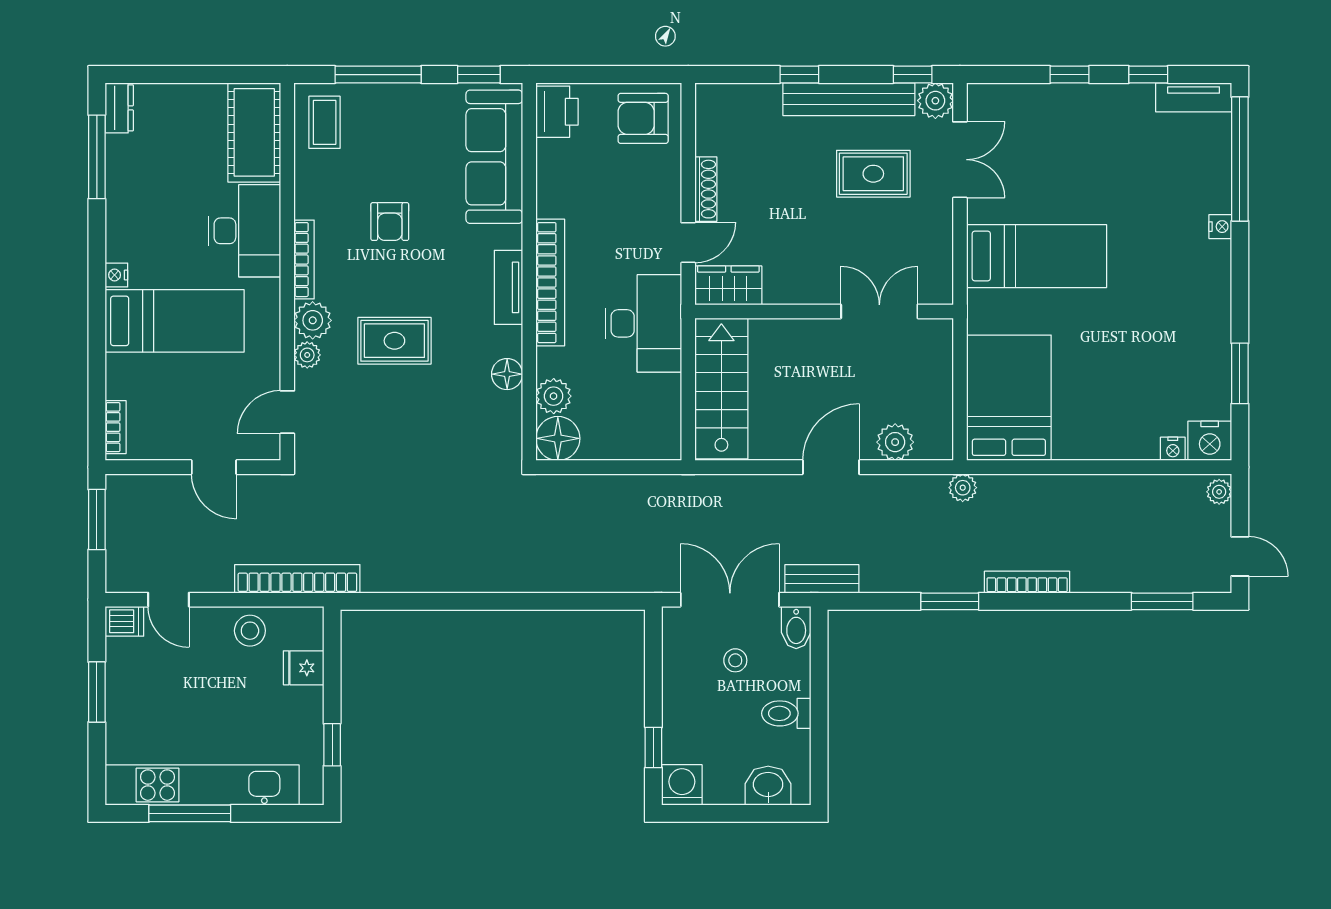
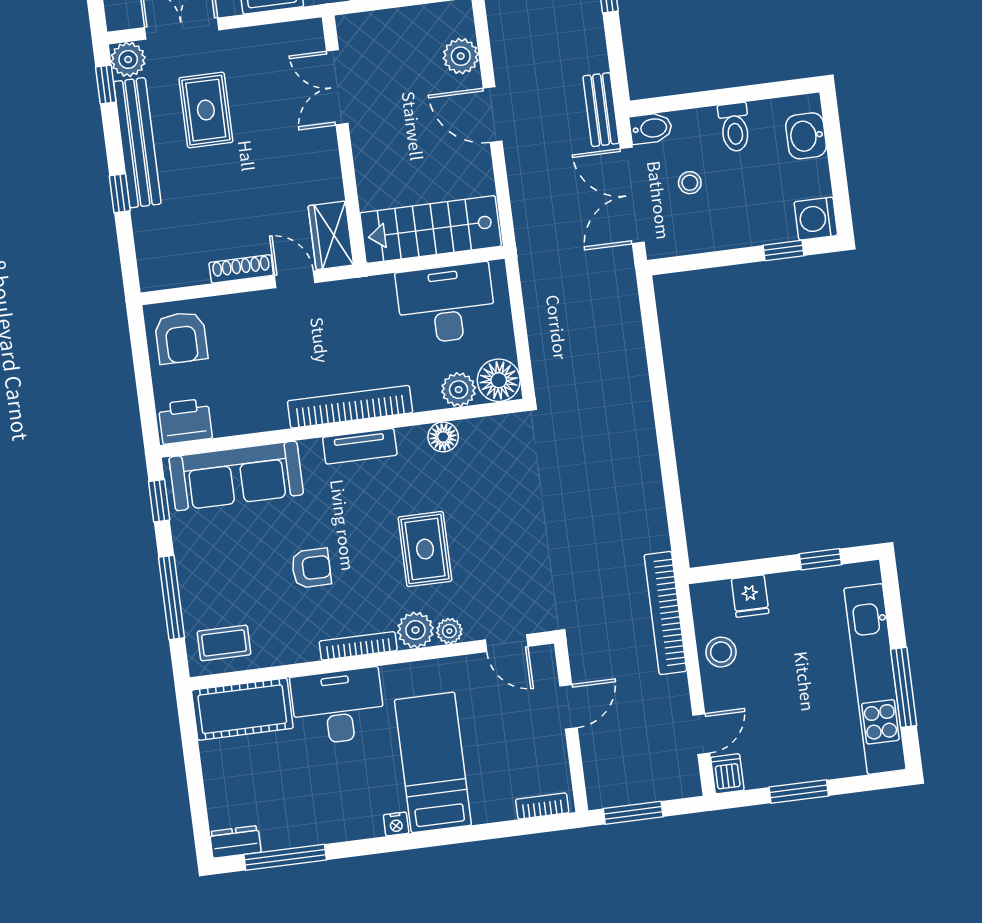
desk: (643, 323) -> (446, 304), moved

